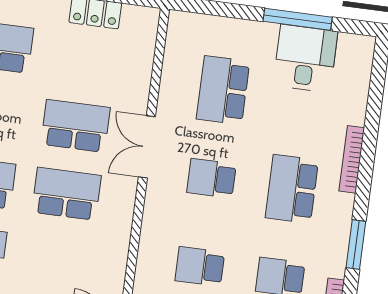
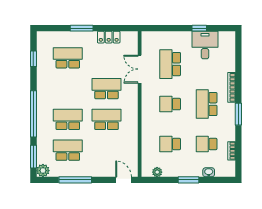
window: (298, 19) -> (199, 28), width x0.46
double door: (147, 147) -> (140, 69), moved
window: (356, 245) -> (238, 114), moved

